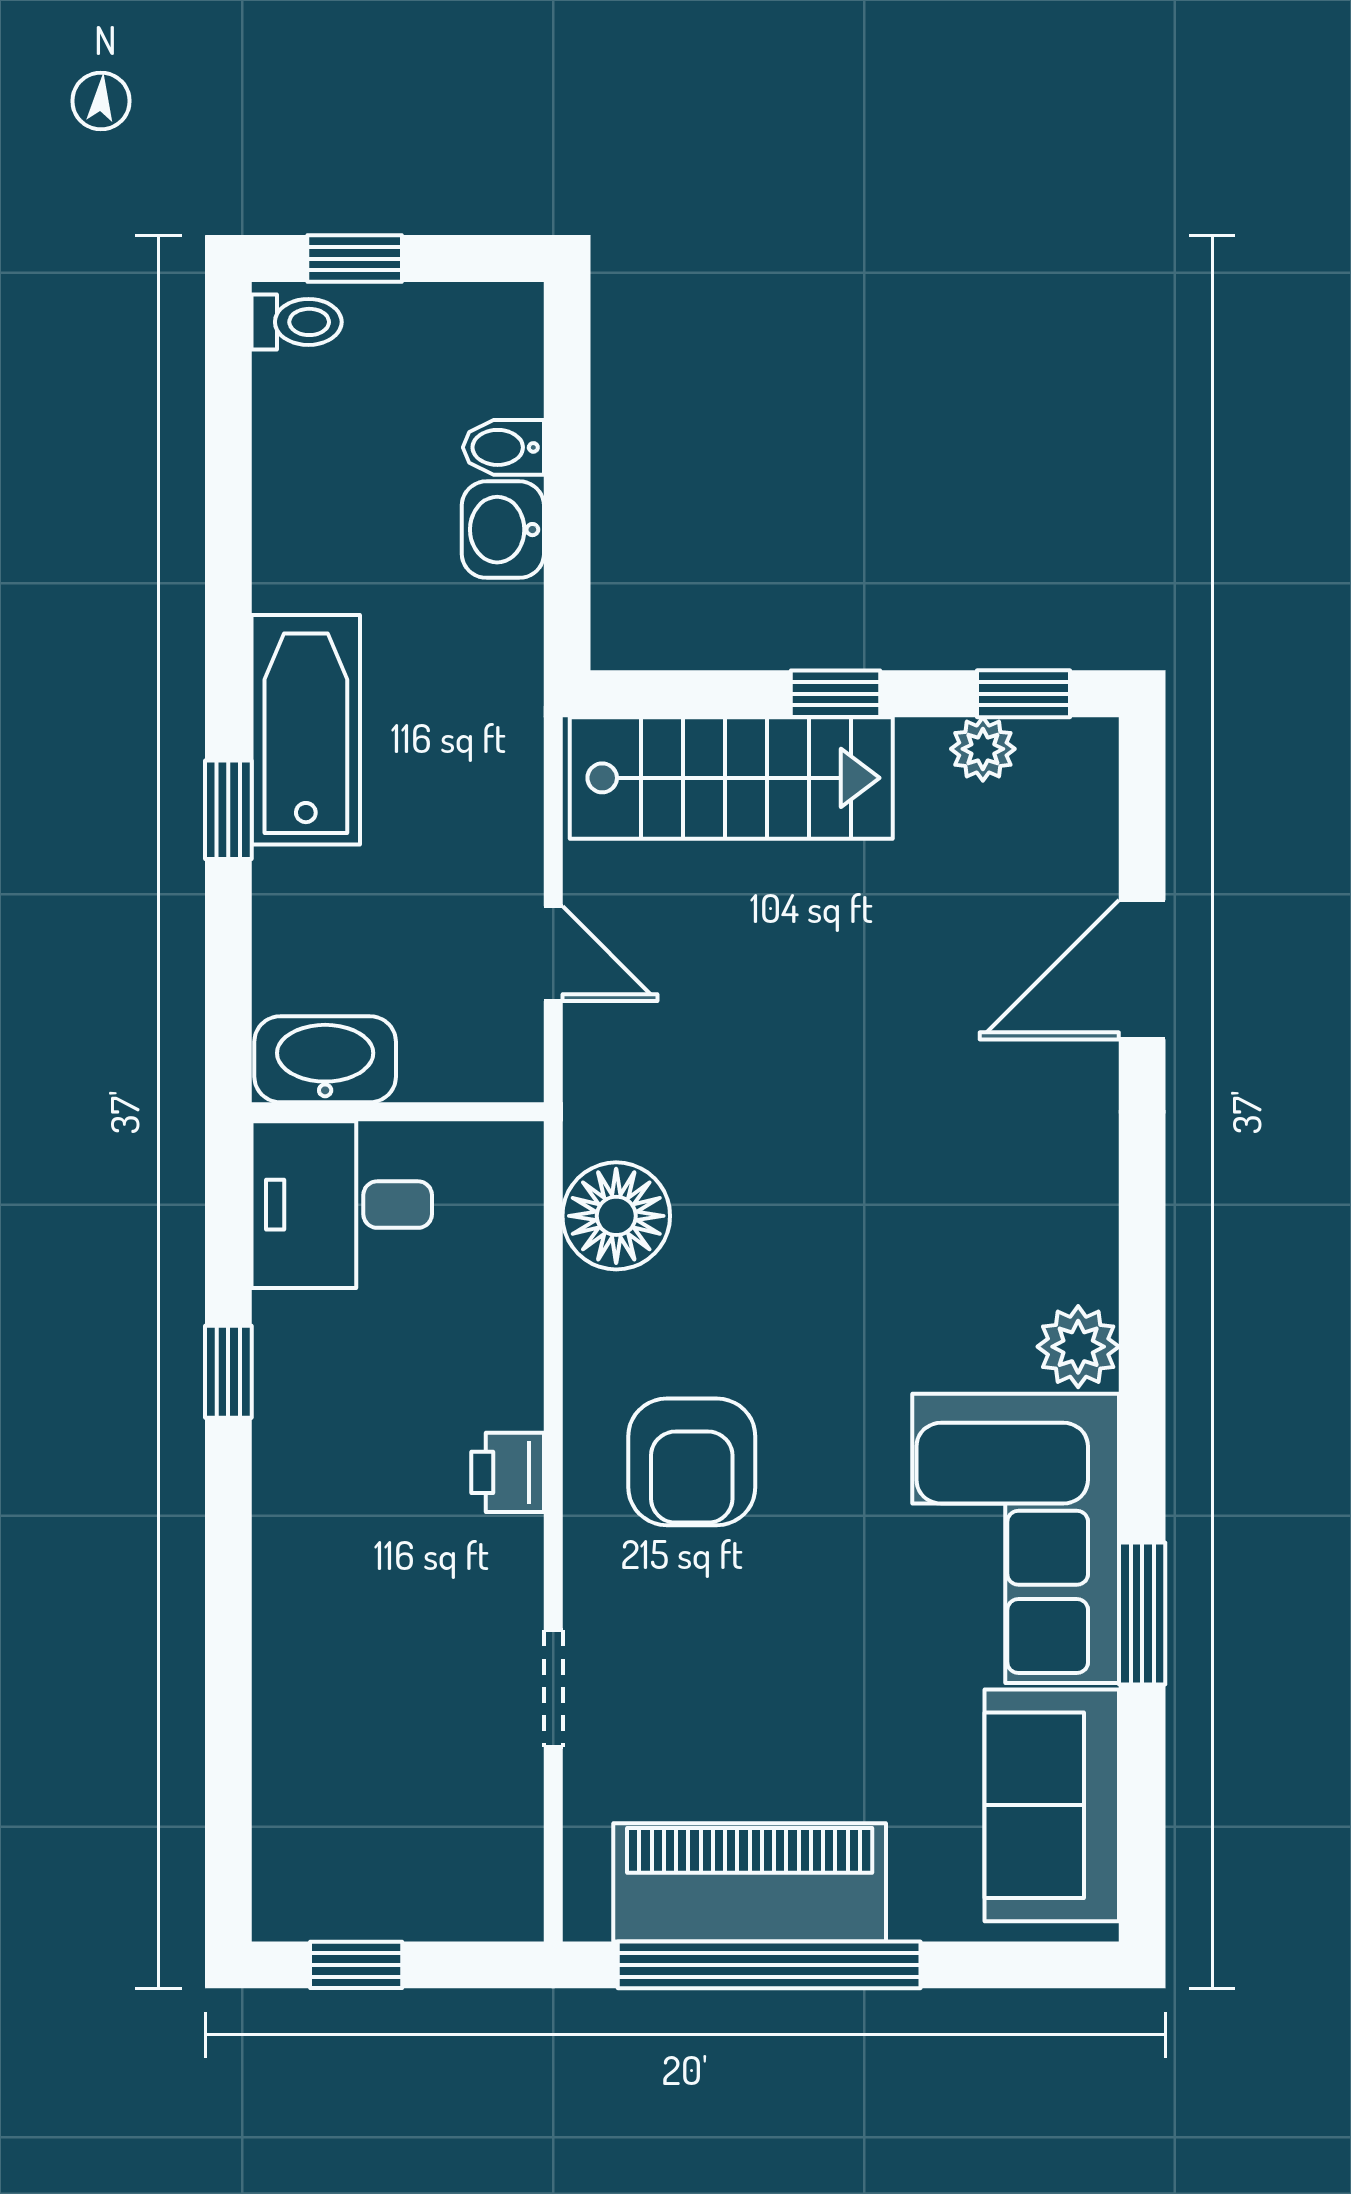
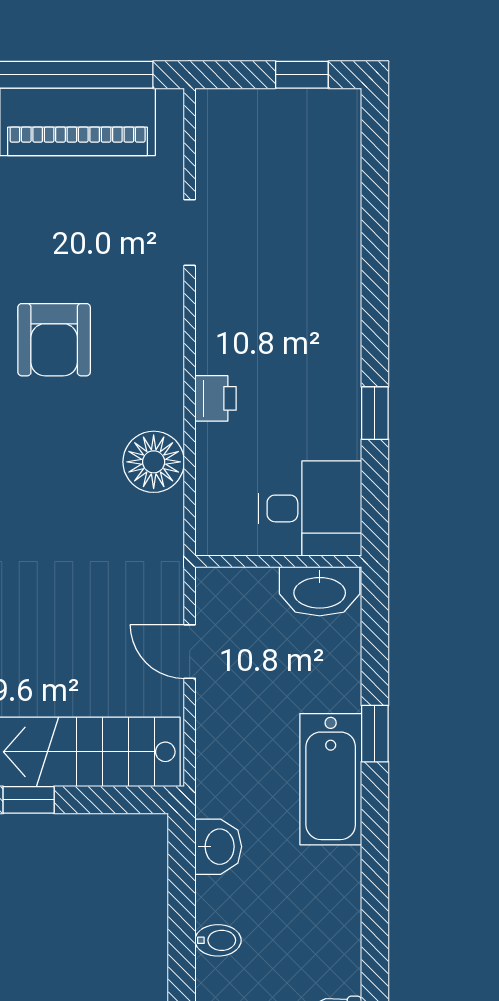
washbasin: (503, 530) -> (218, 847), moved
floor lamp: (616, 1216) -> (154, 462), moved
armchair: (692, 1462) -> (54, 340), moved, turned 180
printer: (508, 1472) -> (216, 398), moved

